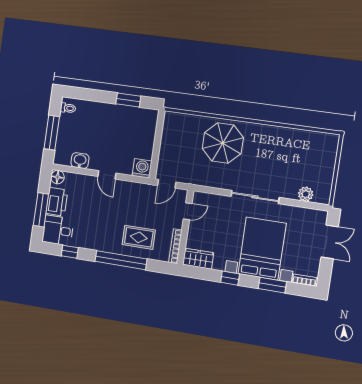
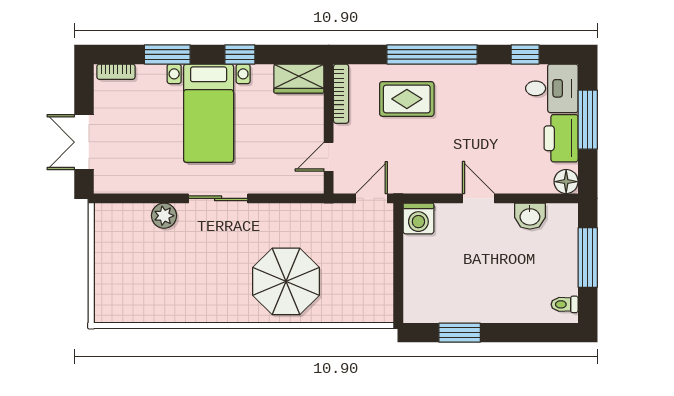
plant: (306, 194) -> (164, 216), moved
sliding door: (255, 197) -> (218, 198), width x0.73
bed with nightstands: (262, 249) -> (209, 113), width x0.73

